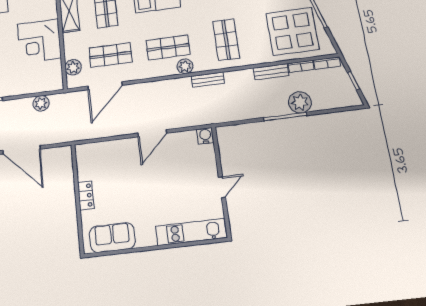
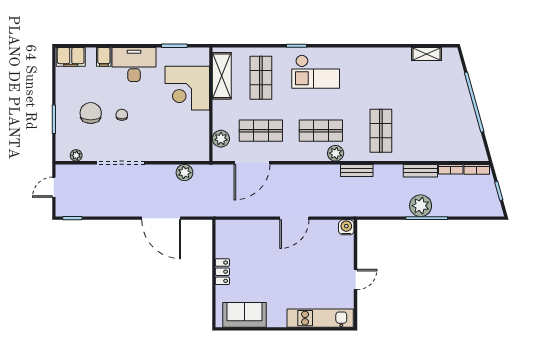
display table: (292, 31) -> (449, 131), removed
corner desk: (39, 41) -> (187, 88), moved
plant: (300, 102) -> (421, 206), moved

